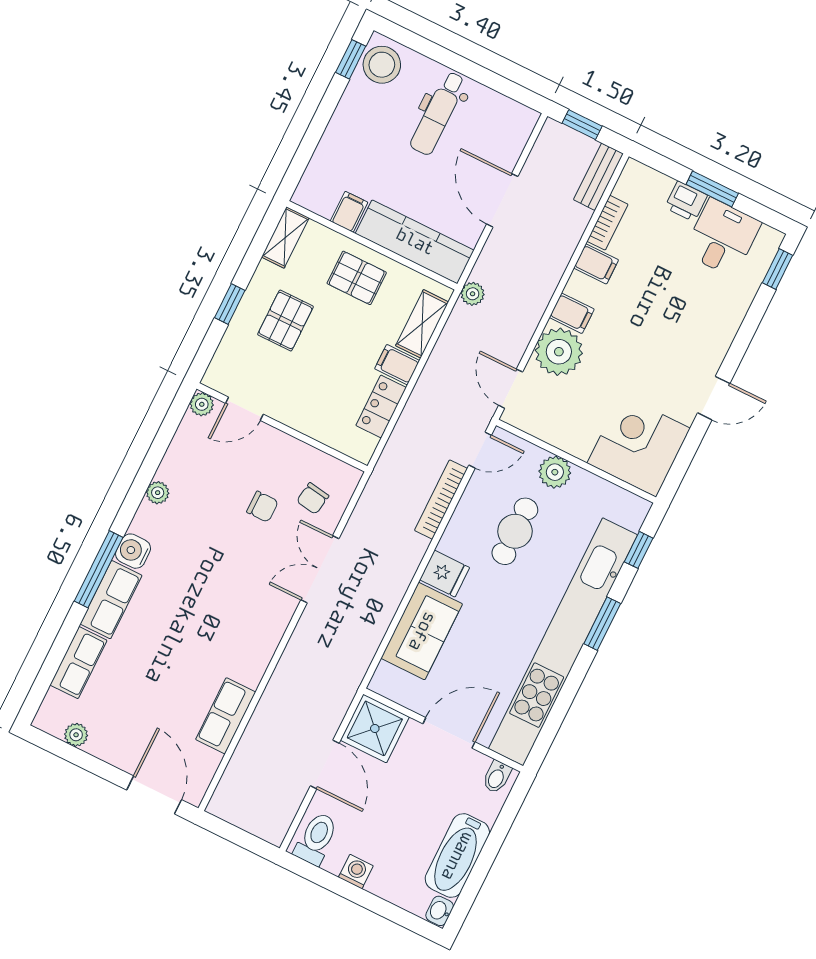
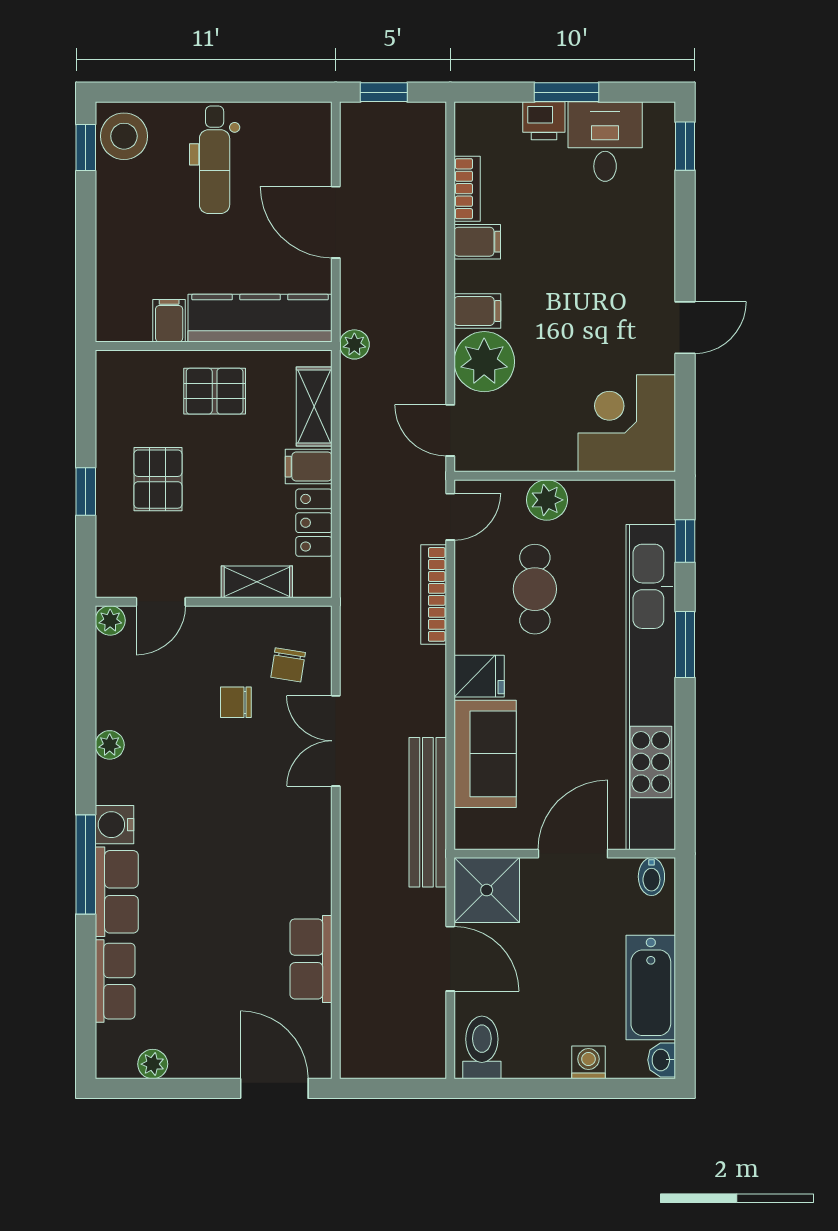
bench: (598, 177) -> (428, 812), moved, width x1.86, depth x1.21
shelving: (285, 237) -> (257, 582), moved, turned 90
chair: (262, 507) -> (236, 702), turned 180
washing machine: (356, 872) -> (588, 1062), moved

